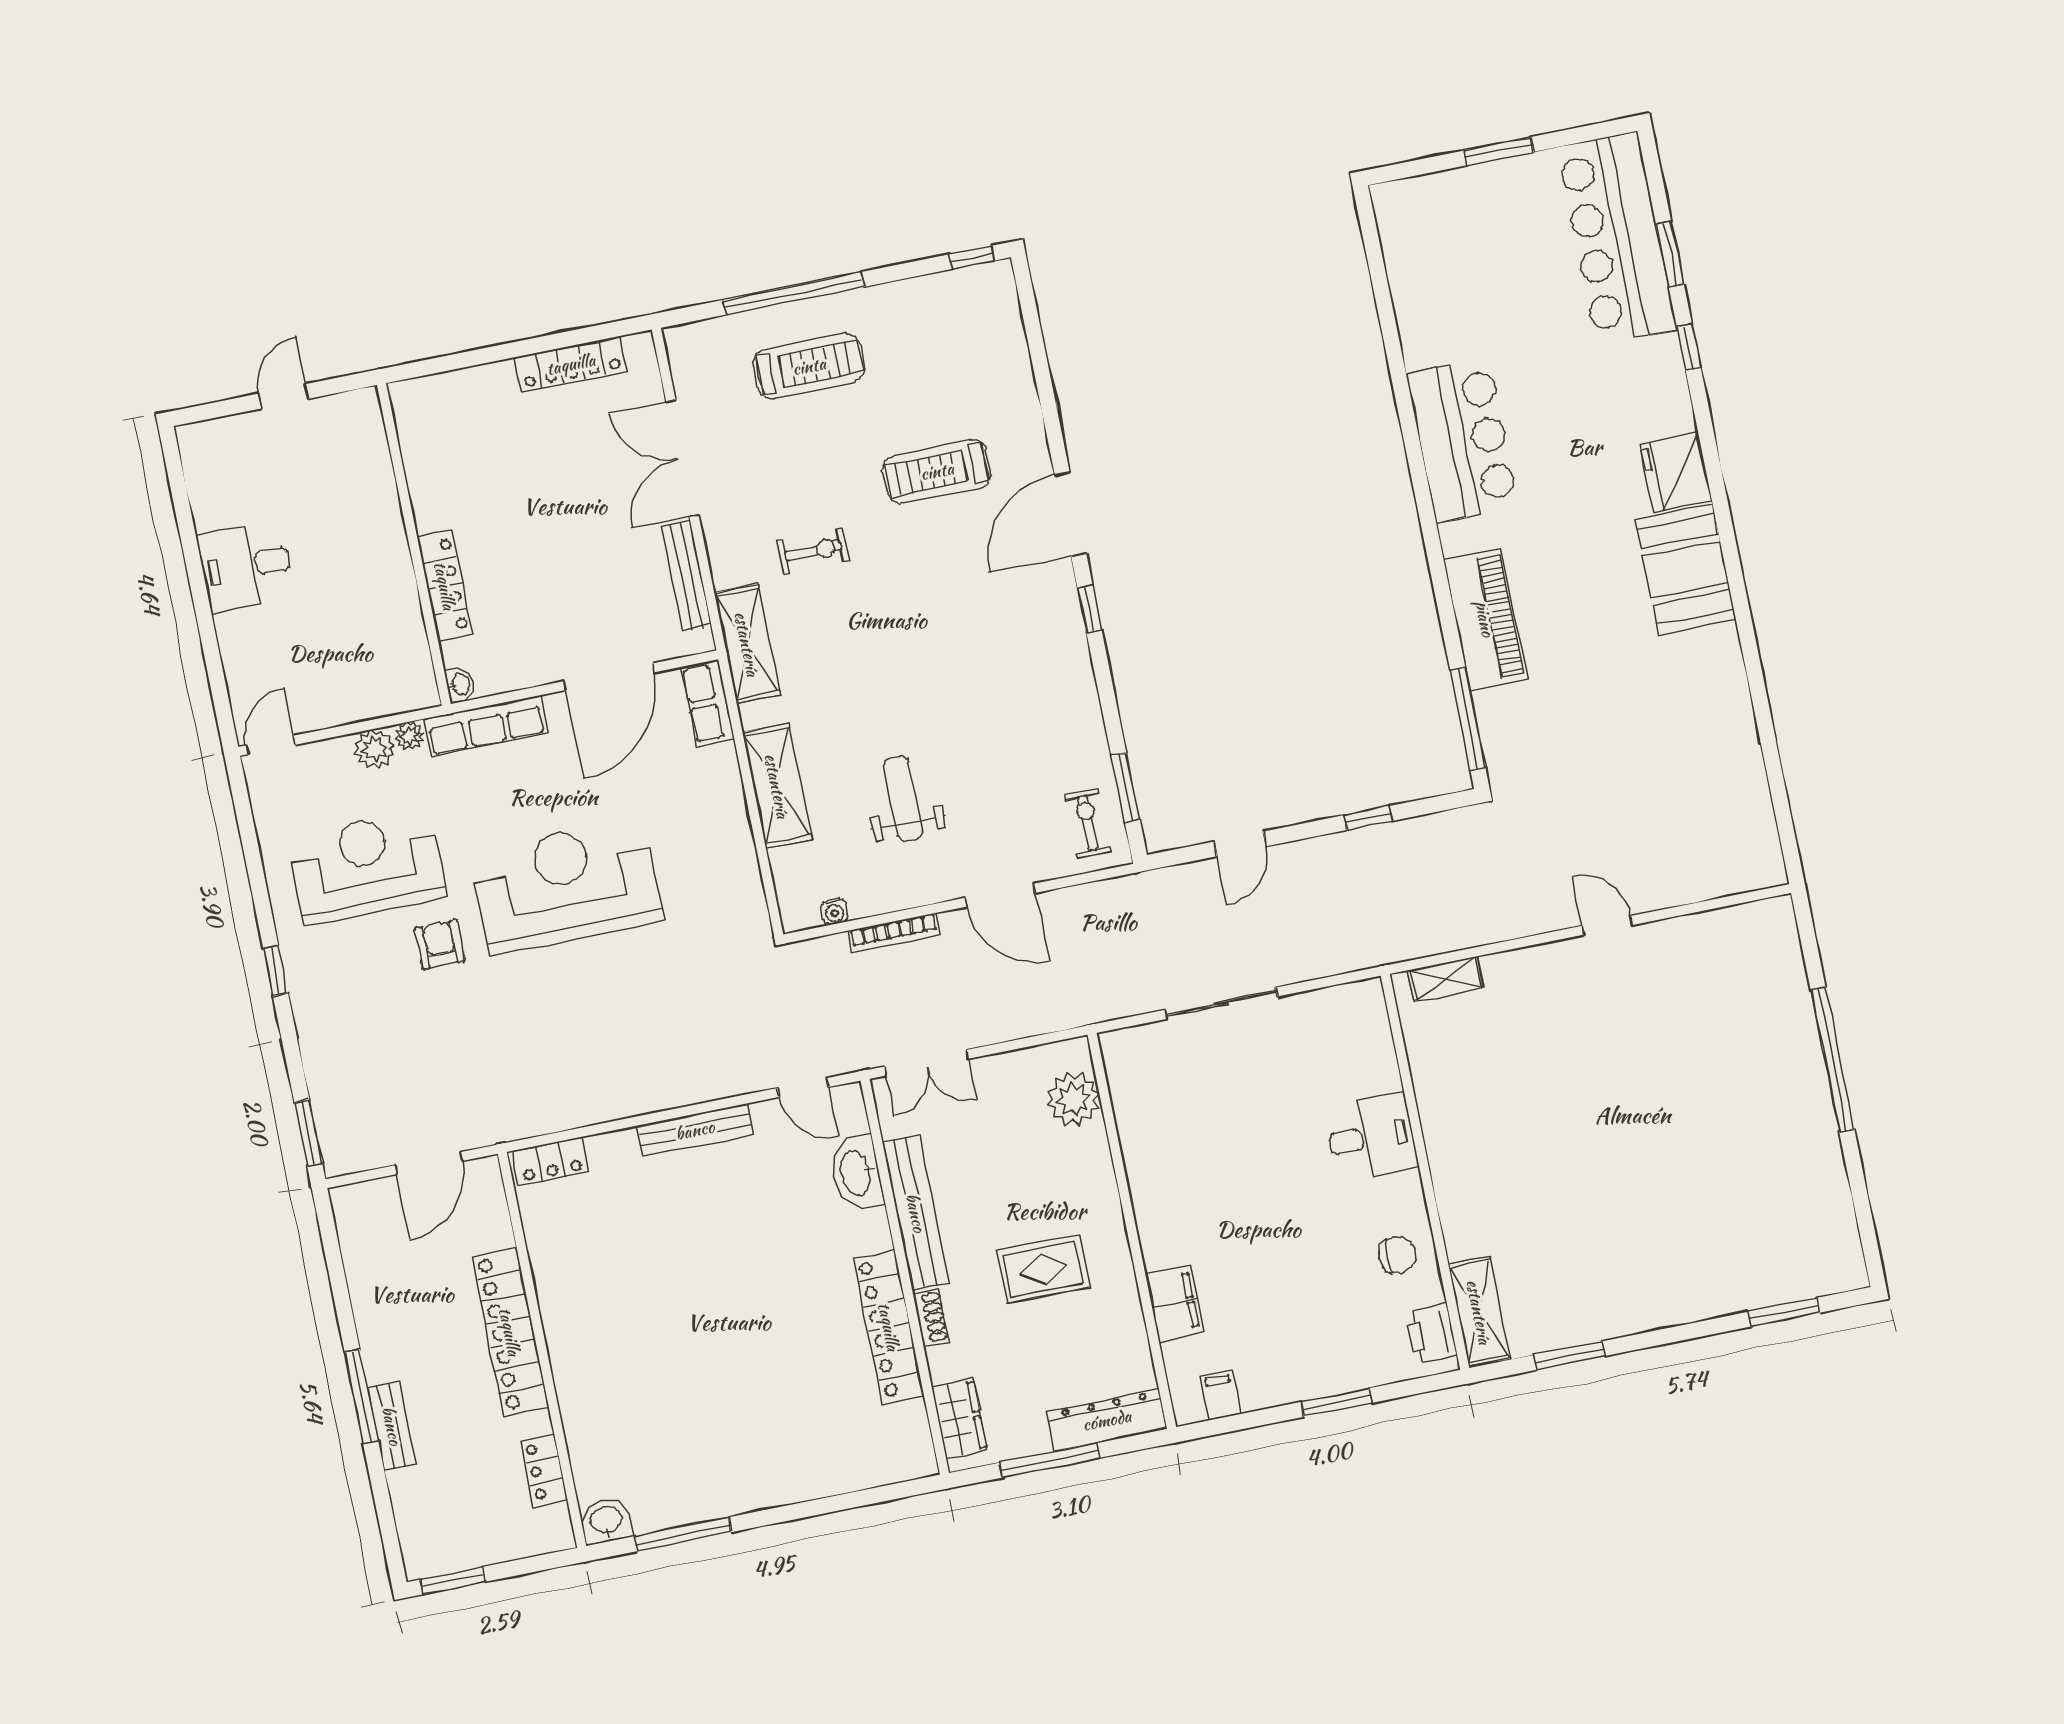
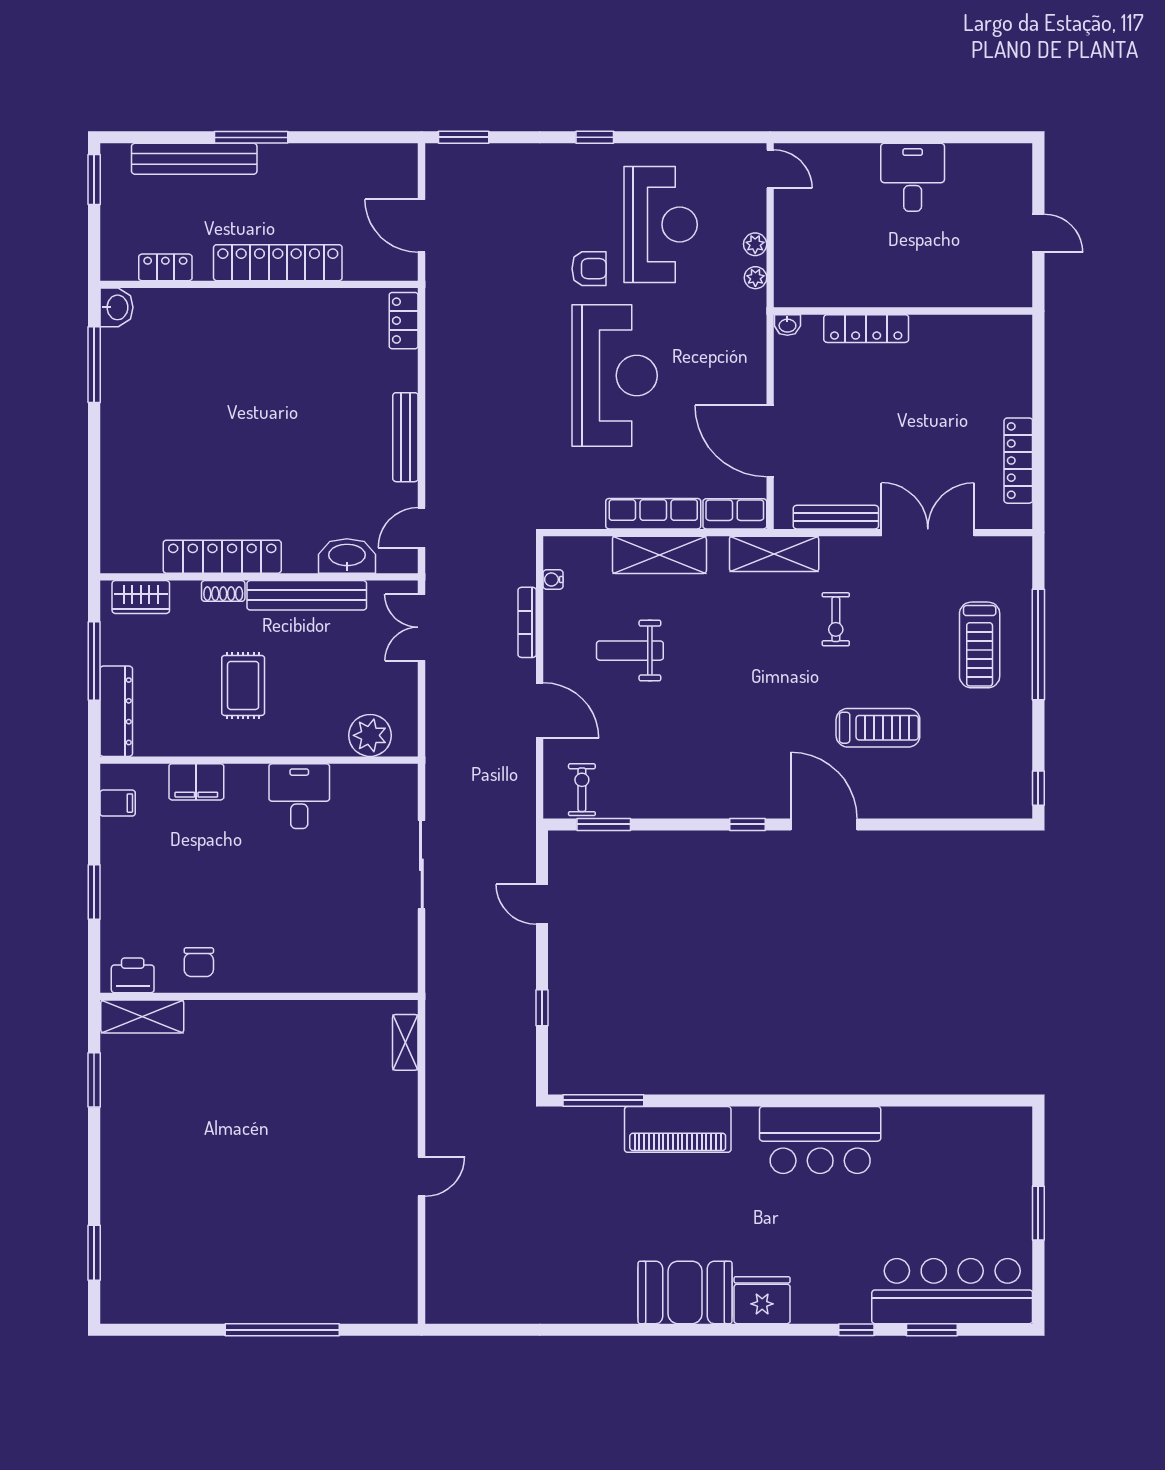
treadmill: (937, 471) -> (878, 728), turned 90
row of seats: (486, 726) -> (653, 514), moved, turned 90
plant: (374, 749) -> (755, 244), width x0.73, depth x0.73
weight bench: (903, 798) -> (630, 651), turned 180
exercise bike: (1088, 823) -> (582, 790), turned -90
door: (1000, 895) -> (540, 710), swing flipped
desk: (1371, 1137) -> (299, 796), moved, turned 180
bench: (392, 1426) -> (194, 159), width x1.86, depth x1.21

